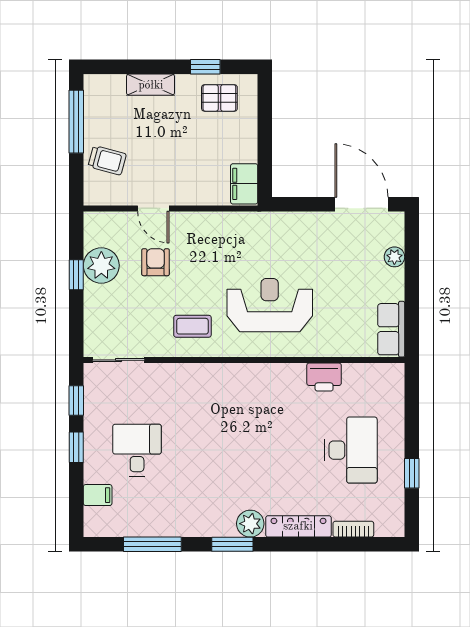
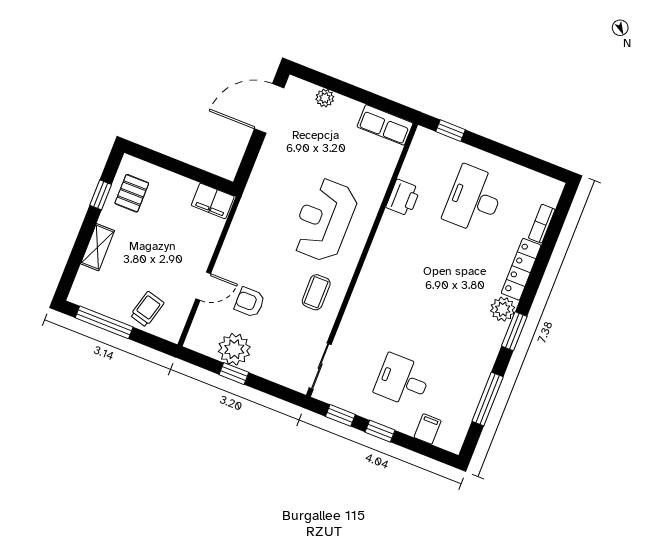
desk: (351, 450) -> (474, 199), turned -90
window: (412, 473) -> (450, 131), moved

